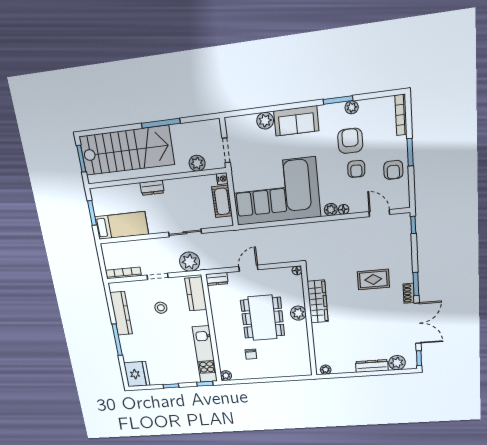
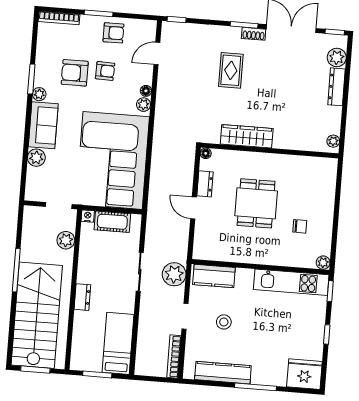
plant: (352, 107) -> (39, 94), moved
dresser: (217, 279) -> (205, 184), moved
plant: (298, 313) -> (257, 161), removed
dining table: (263, 318) -> (256, 203), width x0.73

